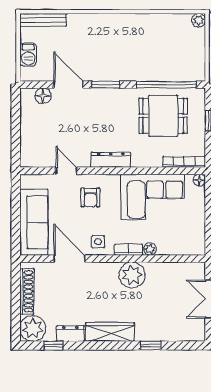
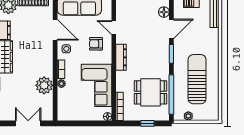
plant: (199, 20) -> (188, 116), moved
sun lounger: (144, 46) -> (197, 79), added
dining table: (163, 116) -> (150, 92), turned 90
door: (66, 171) -> (114, 28), swing flipped
door: (69, 259) -> (55, 30), hinge flipped
plant: (132, 275) -> (44, 85), moved

